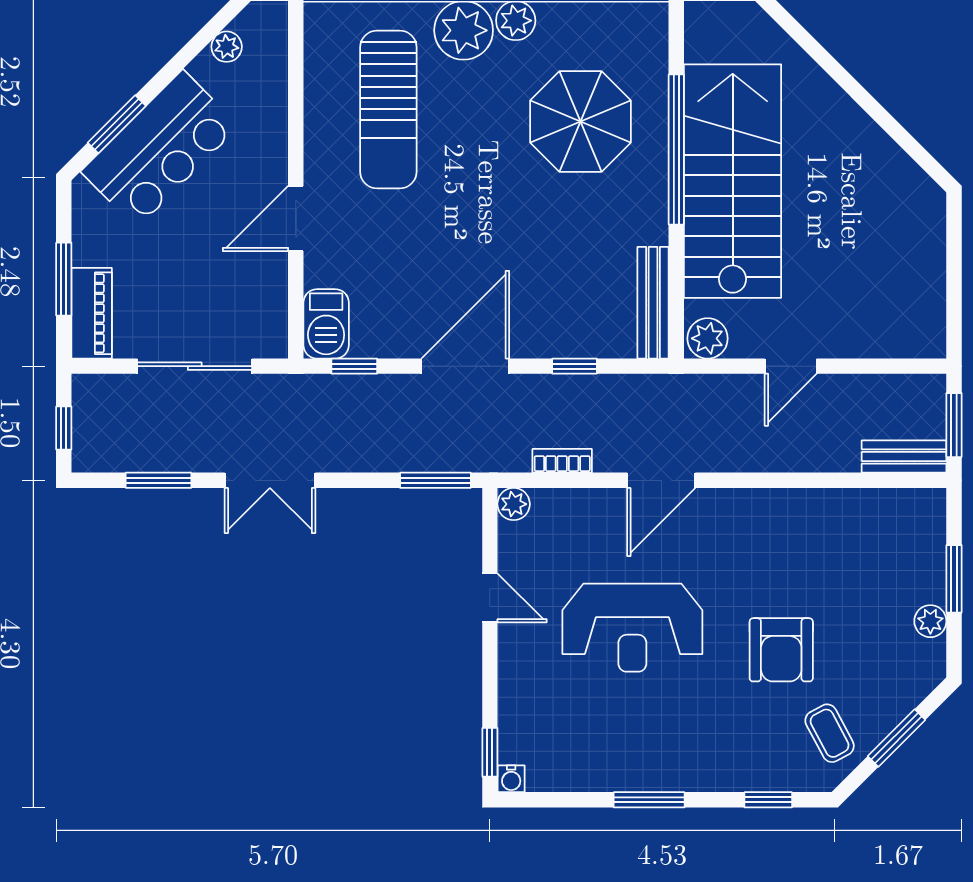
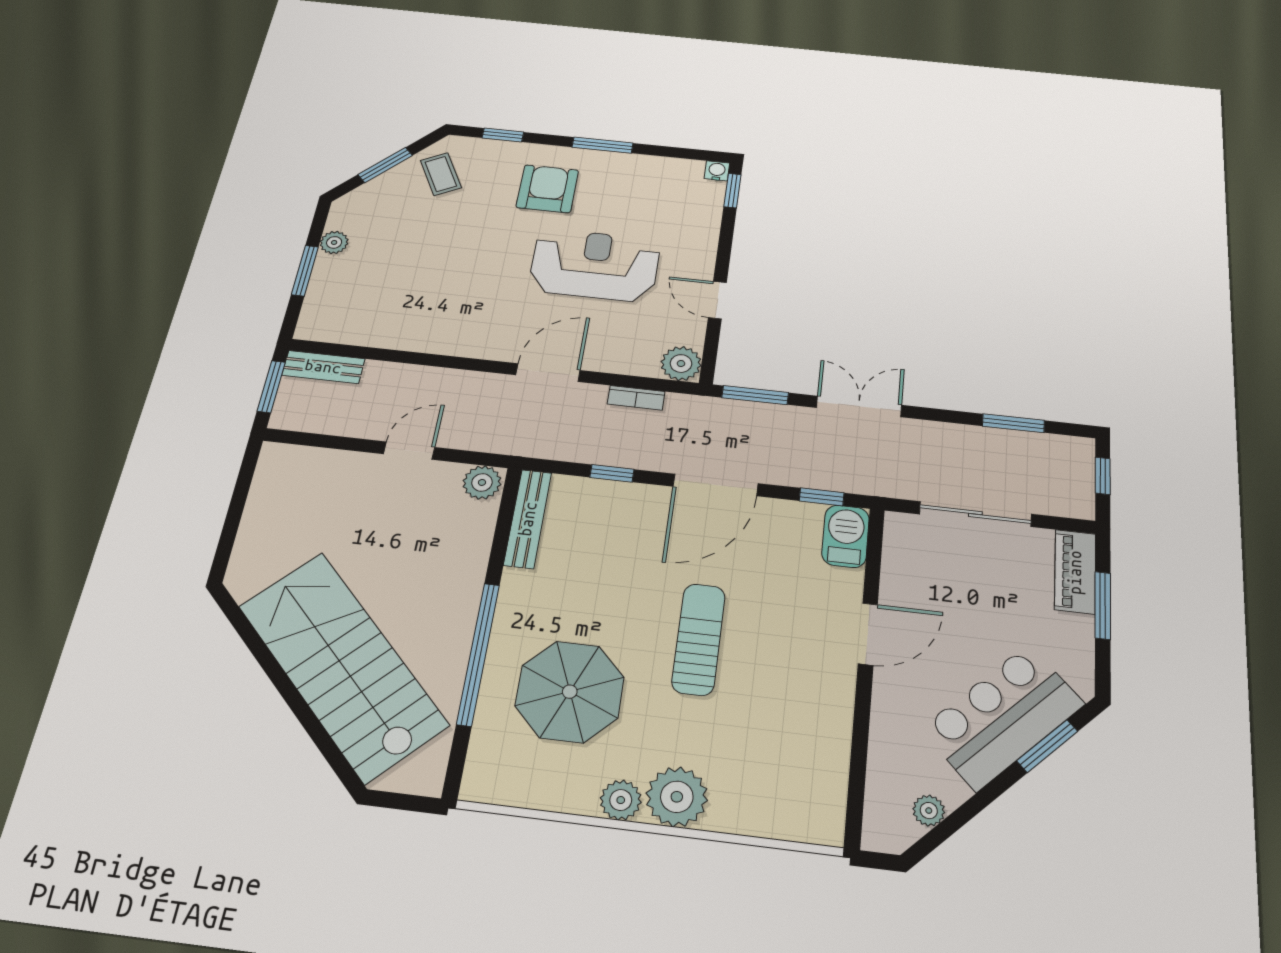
sun lounger: (388, 110) -> (699, 639), moved, width x0.73, depth x0.75
stairs: (733, 181) -> (342, 665), moved, turned 135
double door: (270, 480) -> (859, 406), moved
plant: (514, 504) -> (681, 364), width x1.38, depth x1.38
armchair: (781, 650) -> (547, 189), moved

